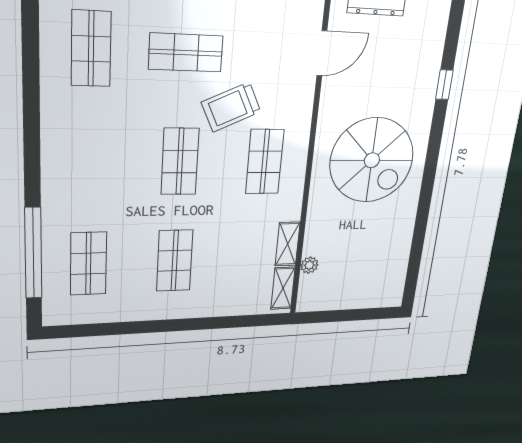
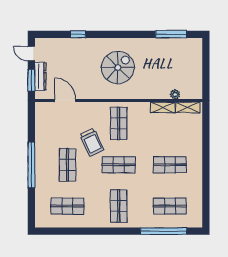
spiral stairs: (372, 160) -> (118, 68), width x0.73, depth x0.73
shop shelf: (90, 161) -> (119, 206), added
shop shelf: (265, 162) -> (119, 124), turned 90
window: (416, 255) -> (171, 34), added

